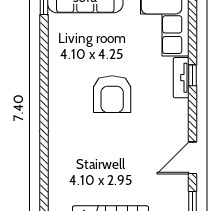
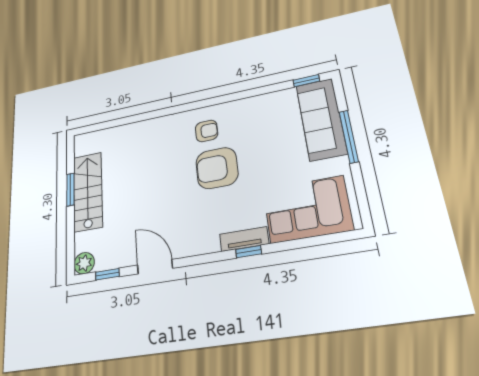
armchair: (73, 100) -> (207, 131), added

